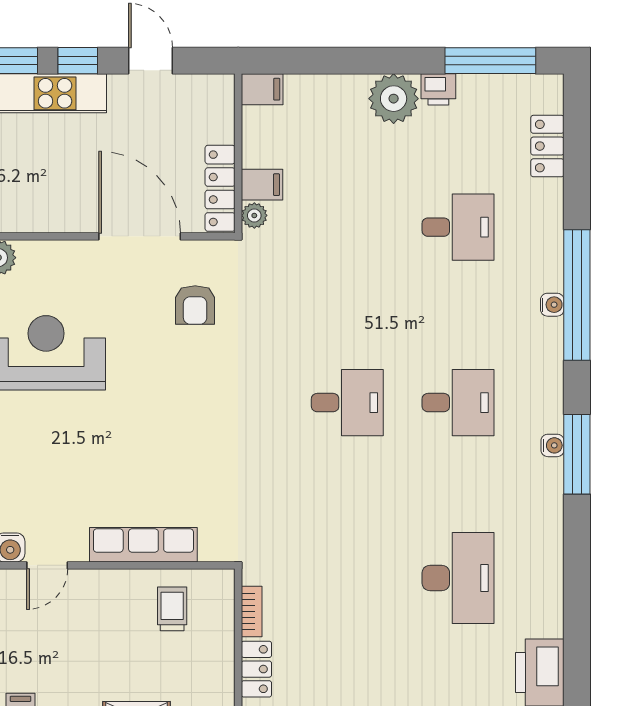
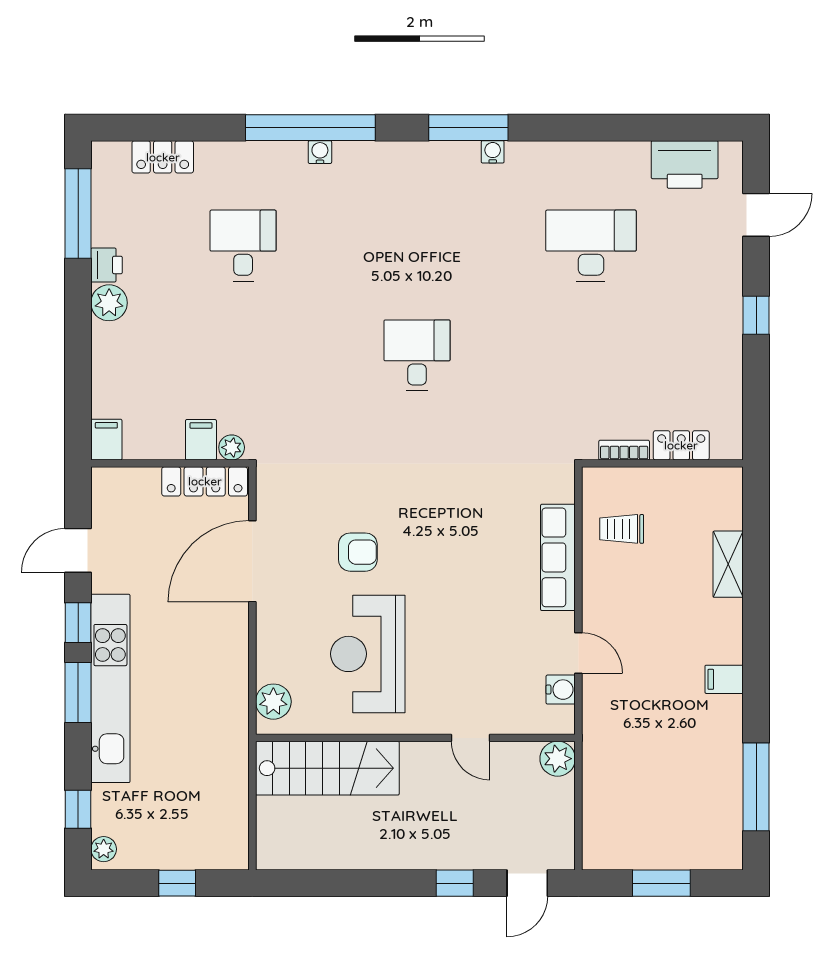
plant: (394, 99) -> (109, 303), width x0.73, depth x0.73
armchair: (195, 305) -> (358, 552), moved
desk: (458, 403) -> (417, 245), removed
water cooler: (552, 445) -> (493, 152), moved

